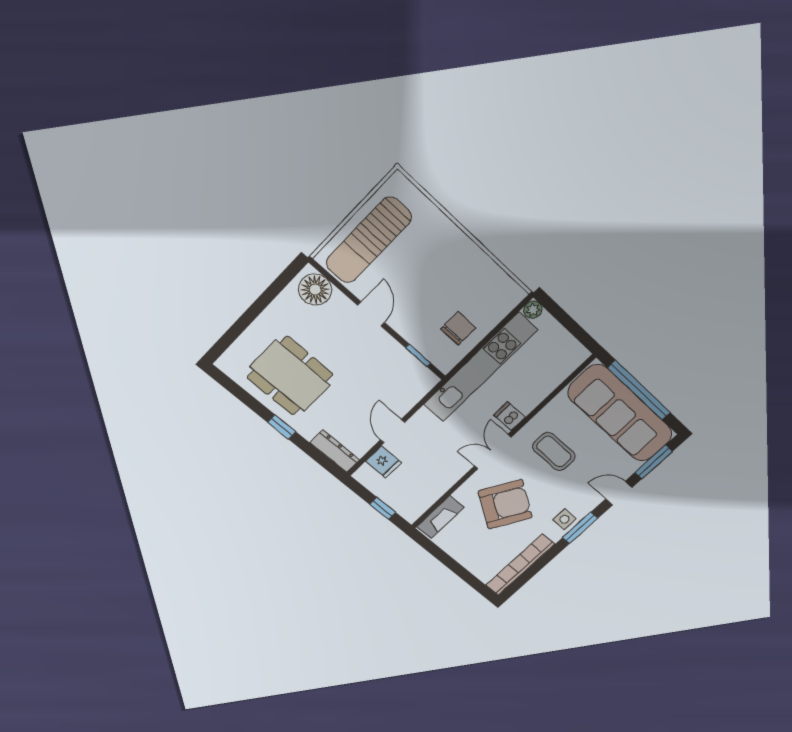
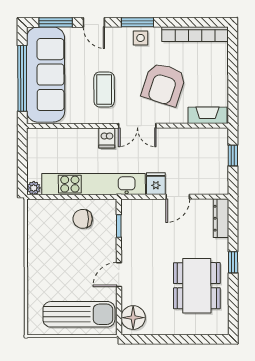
fridge: (383, 462) -> (156, 184), moved
armchair: (505, 504) -> (164, 84), turned -103

